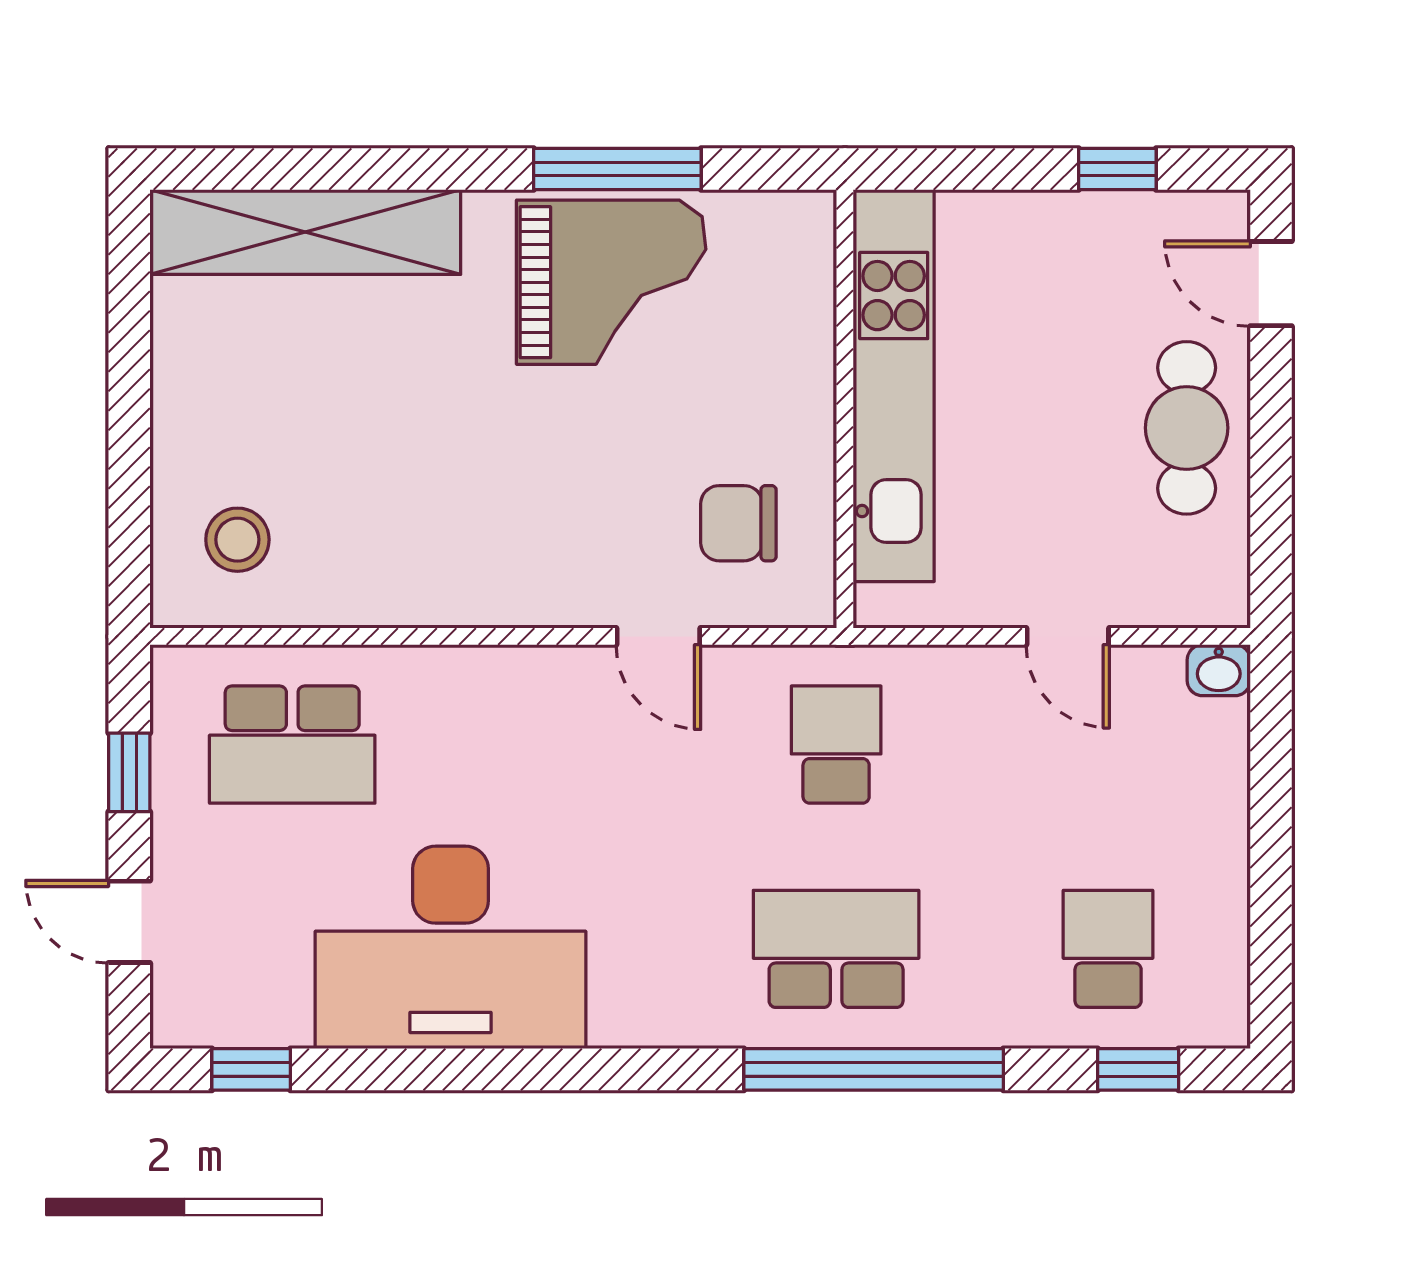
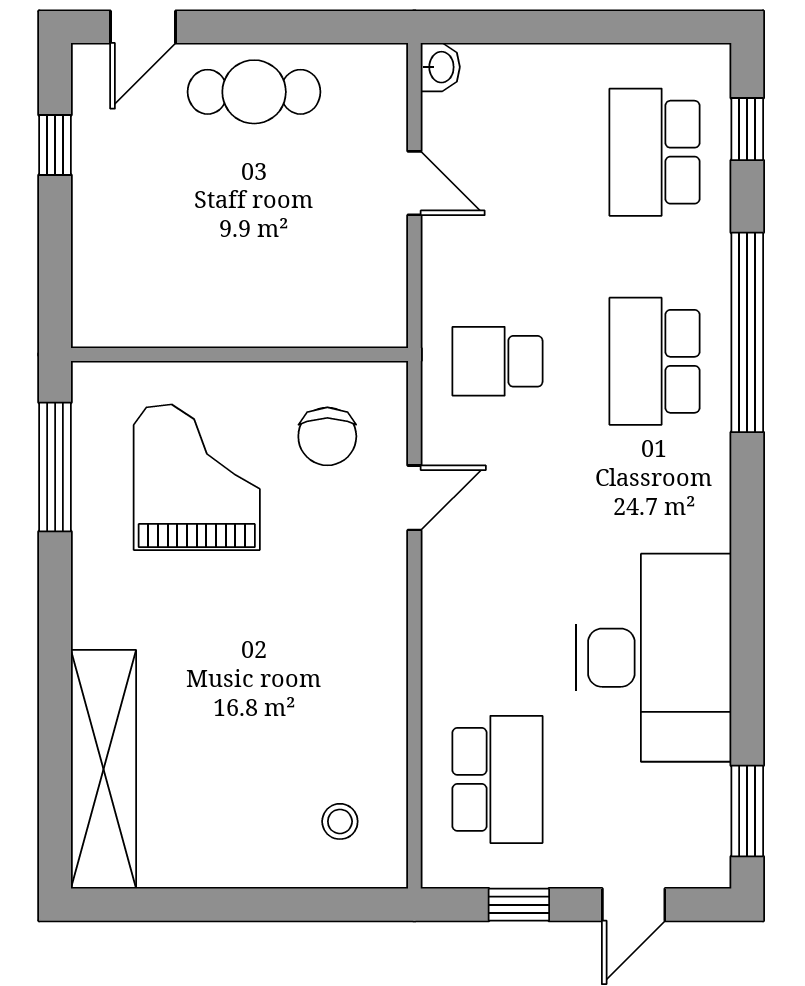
window: (617, 169) -> (55, 467), moved
grand piano: (611, 282) -> (197, 477), moved
kitchen unit: (894, 386) -> (222, 317), removed
stool: (237, 540) -> (340, 821), width x0.73, depth x0.73
door: (1068, 636) -> (414, 183), hinge flipped
school desk: (1108, 949) -> (655, 152), width x1.85
window: (251, 1069) -> (747, 811), width x1.50

